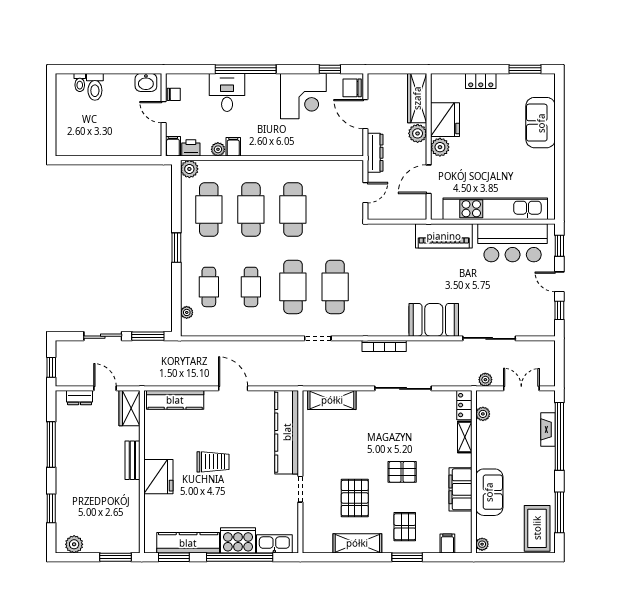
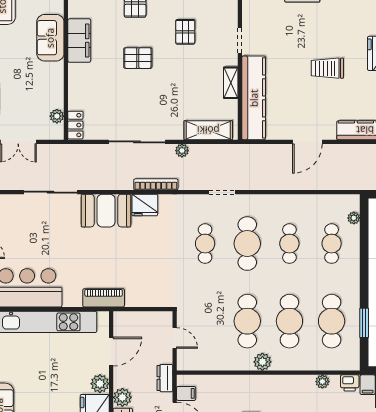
filing cabinet: (233, 147) -> (186, 393), moved, turned -90
dresser: (375, 153) -> (165, 378), width x0.70
plant: (189, 169) -> (262, 362), moved
door: (365, 193) -> (175, 338), swing flipped
piano: (444, 236) -> (104, 298), width x0.73, depth x0.75
window: (176, 248) -> (364, 323), moved
cafe table: (335, 287) -> (205, 244), width x0.73, depth x0.74
fridge: (395, 325) -> (145, 205), added
plant: (485, 380) -> (182, 151), moved
door: (233, 388) -> (307, 142), hinge flipped
shelving: (465, 437) -> (231, 83), moved
pallet: (355, 498) -> (185, 32), width x0.67, depth x0.71

